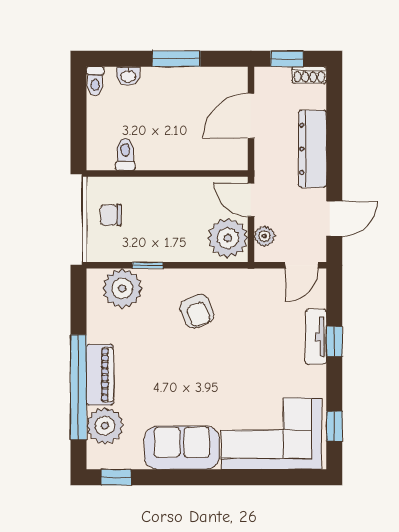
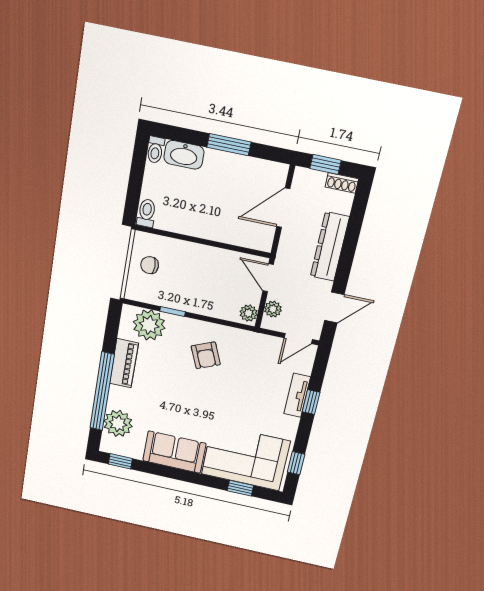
washbasin: (128, 76) -> (184, 155), width x1.91, depth x1.45
toilet: (125, 154) -> (147, 213), moved
plant: (228, 238) -> (249, 313), width x0.53, depth x0.53
piano: (100, 375) -> (124, 363), moved
window: (273, 477) -> (240, 488), added

